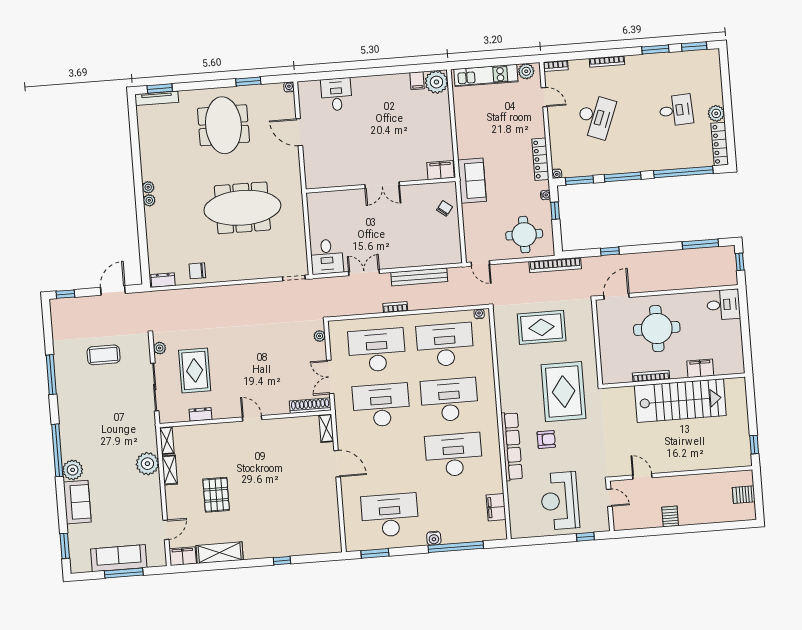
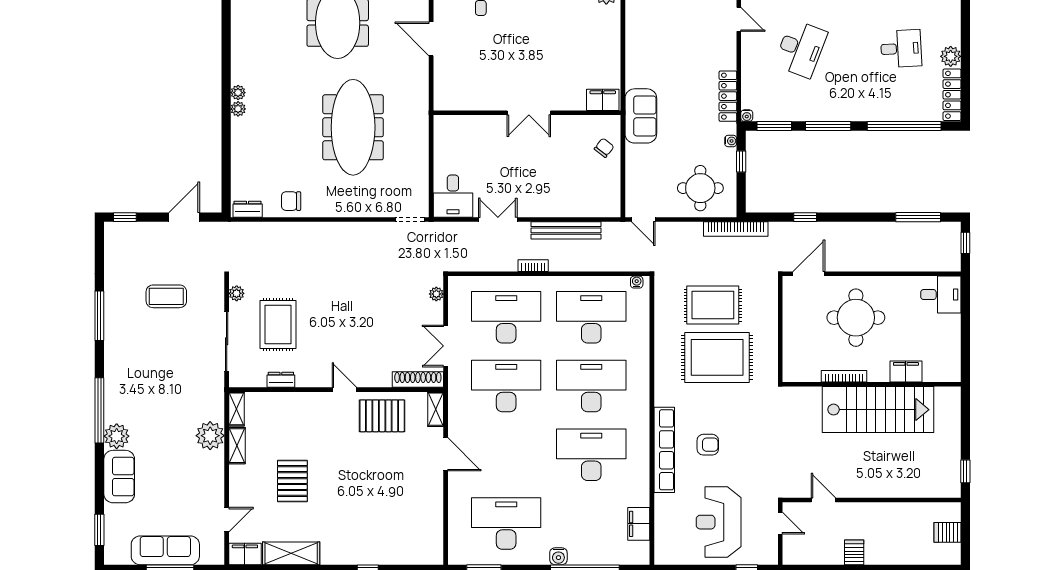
meeting table: (242, 208) -> (353, 127), turned 90
rug: (564, 392) -> (717, 357), moved, turned 90
pallet: (284, 437) -> (382, 416), added

